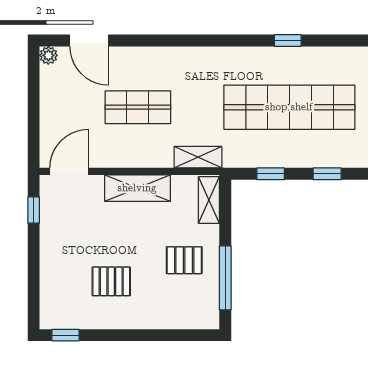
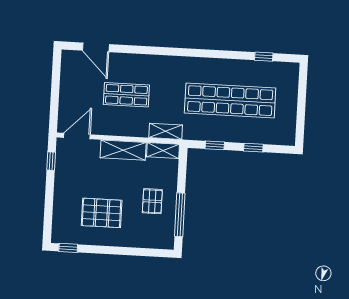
window: (288, 41) -> (264, 57), moved
plant: (48, 55) -> (67, 56), removed
shelving: (209, 200) -> (163, 151), moved, turned 90
pallet: (184, 260) -> (152, 201), turned 90
pallet: (111, 281) -> (102, 213), width x1.50, depth x1.42

